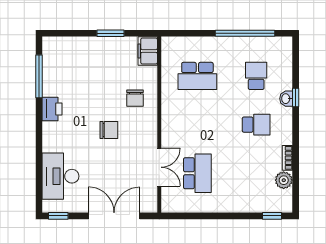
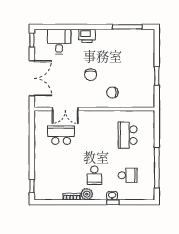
filing cabinet: (148, 51) -> (145, 101), removed
printer: (52, 109) -> (87, 36), moved
school desk: (197, 173) -> (61, 135), turned 180
desk: (61, 176) -> (59, 42), width x0.73
plant: (284, 180) -> (87, 194), moved

